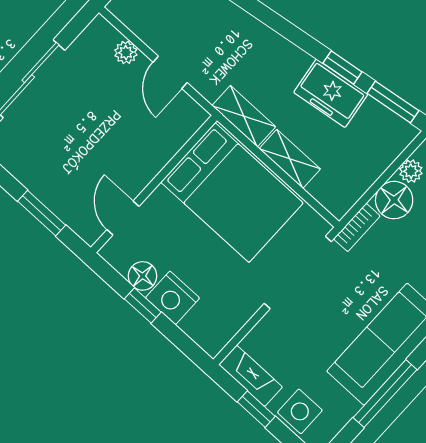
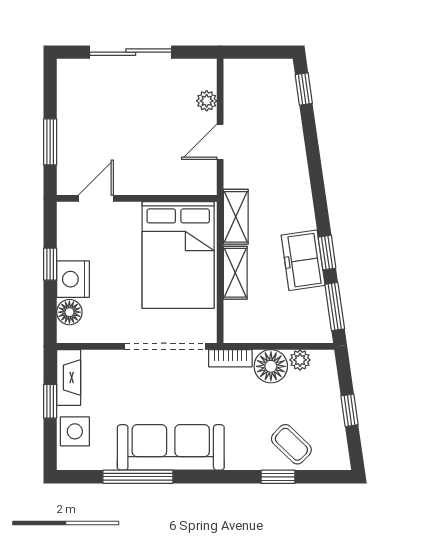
floor lamp: (143, 276) -> (69, 312), moved

